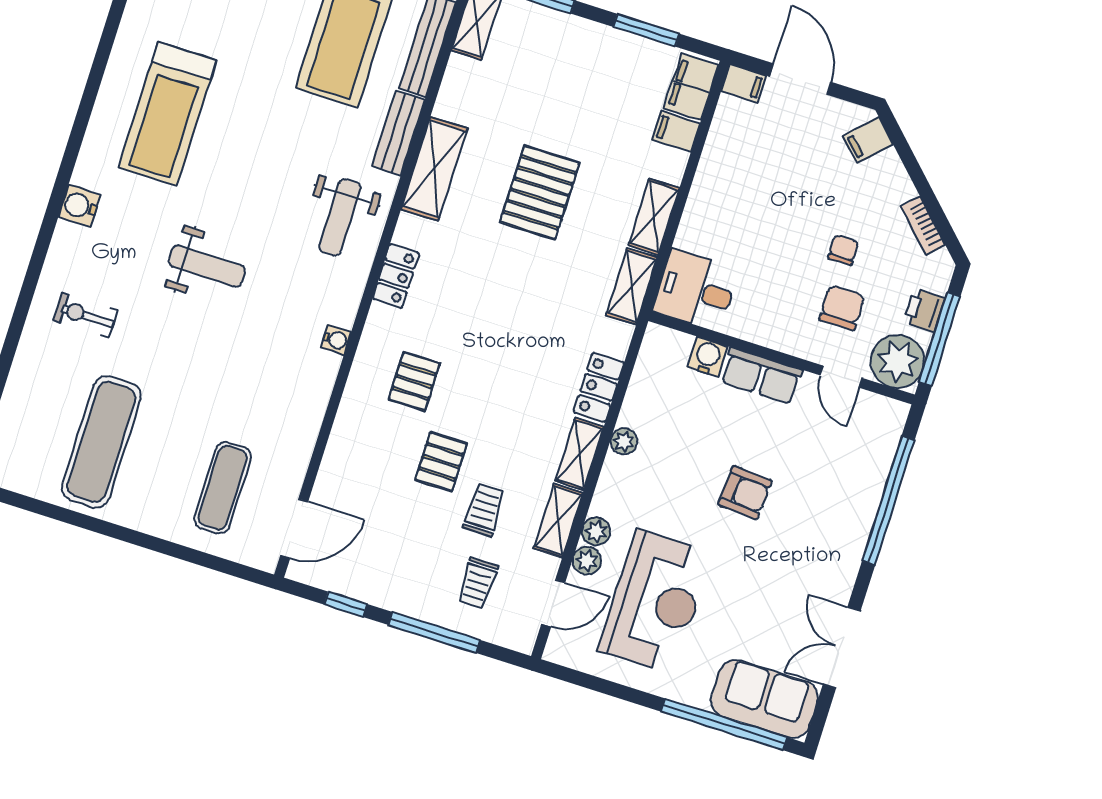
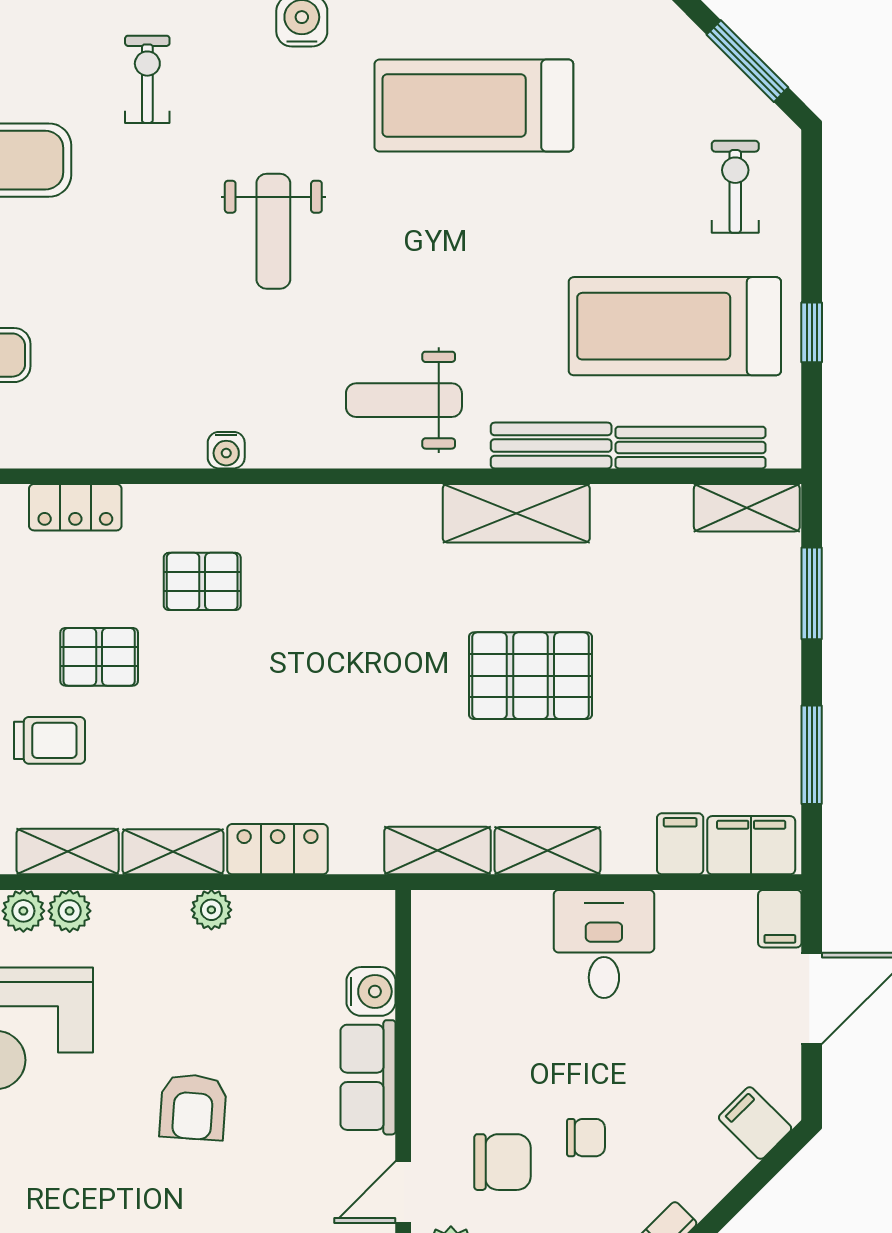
locker: (396, 276) -> (75, 507), moved
desk: (696, 290) -> (604, 944), moved

